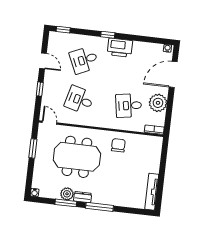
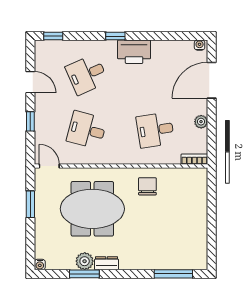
plant: (158, 103) -> (201, 122), width x0.53, depth x0.53
tv unit: (152, 192) -> (201, 245), removed
window: (99, 207) -> (173, 274), moved

